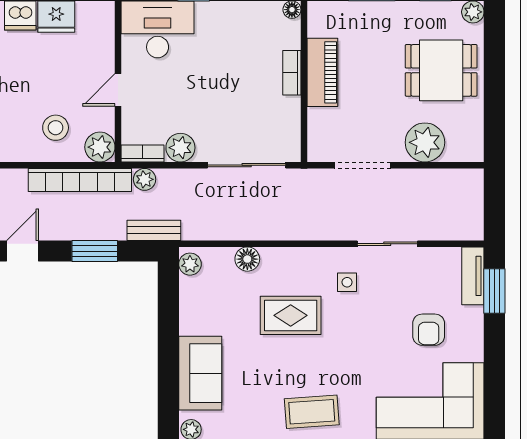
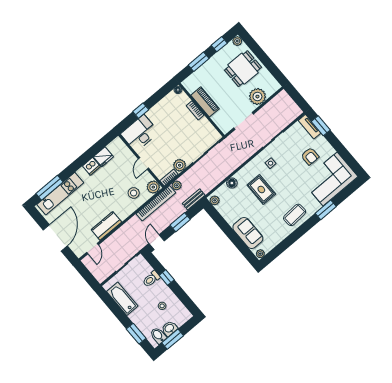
rug: (291, 315) -> (261, 189), turned 90

